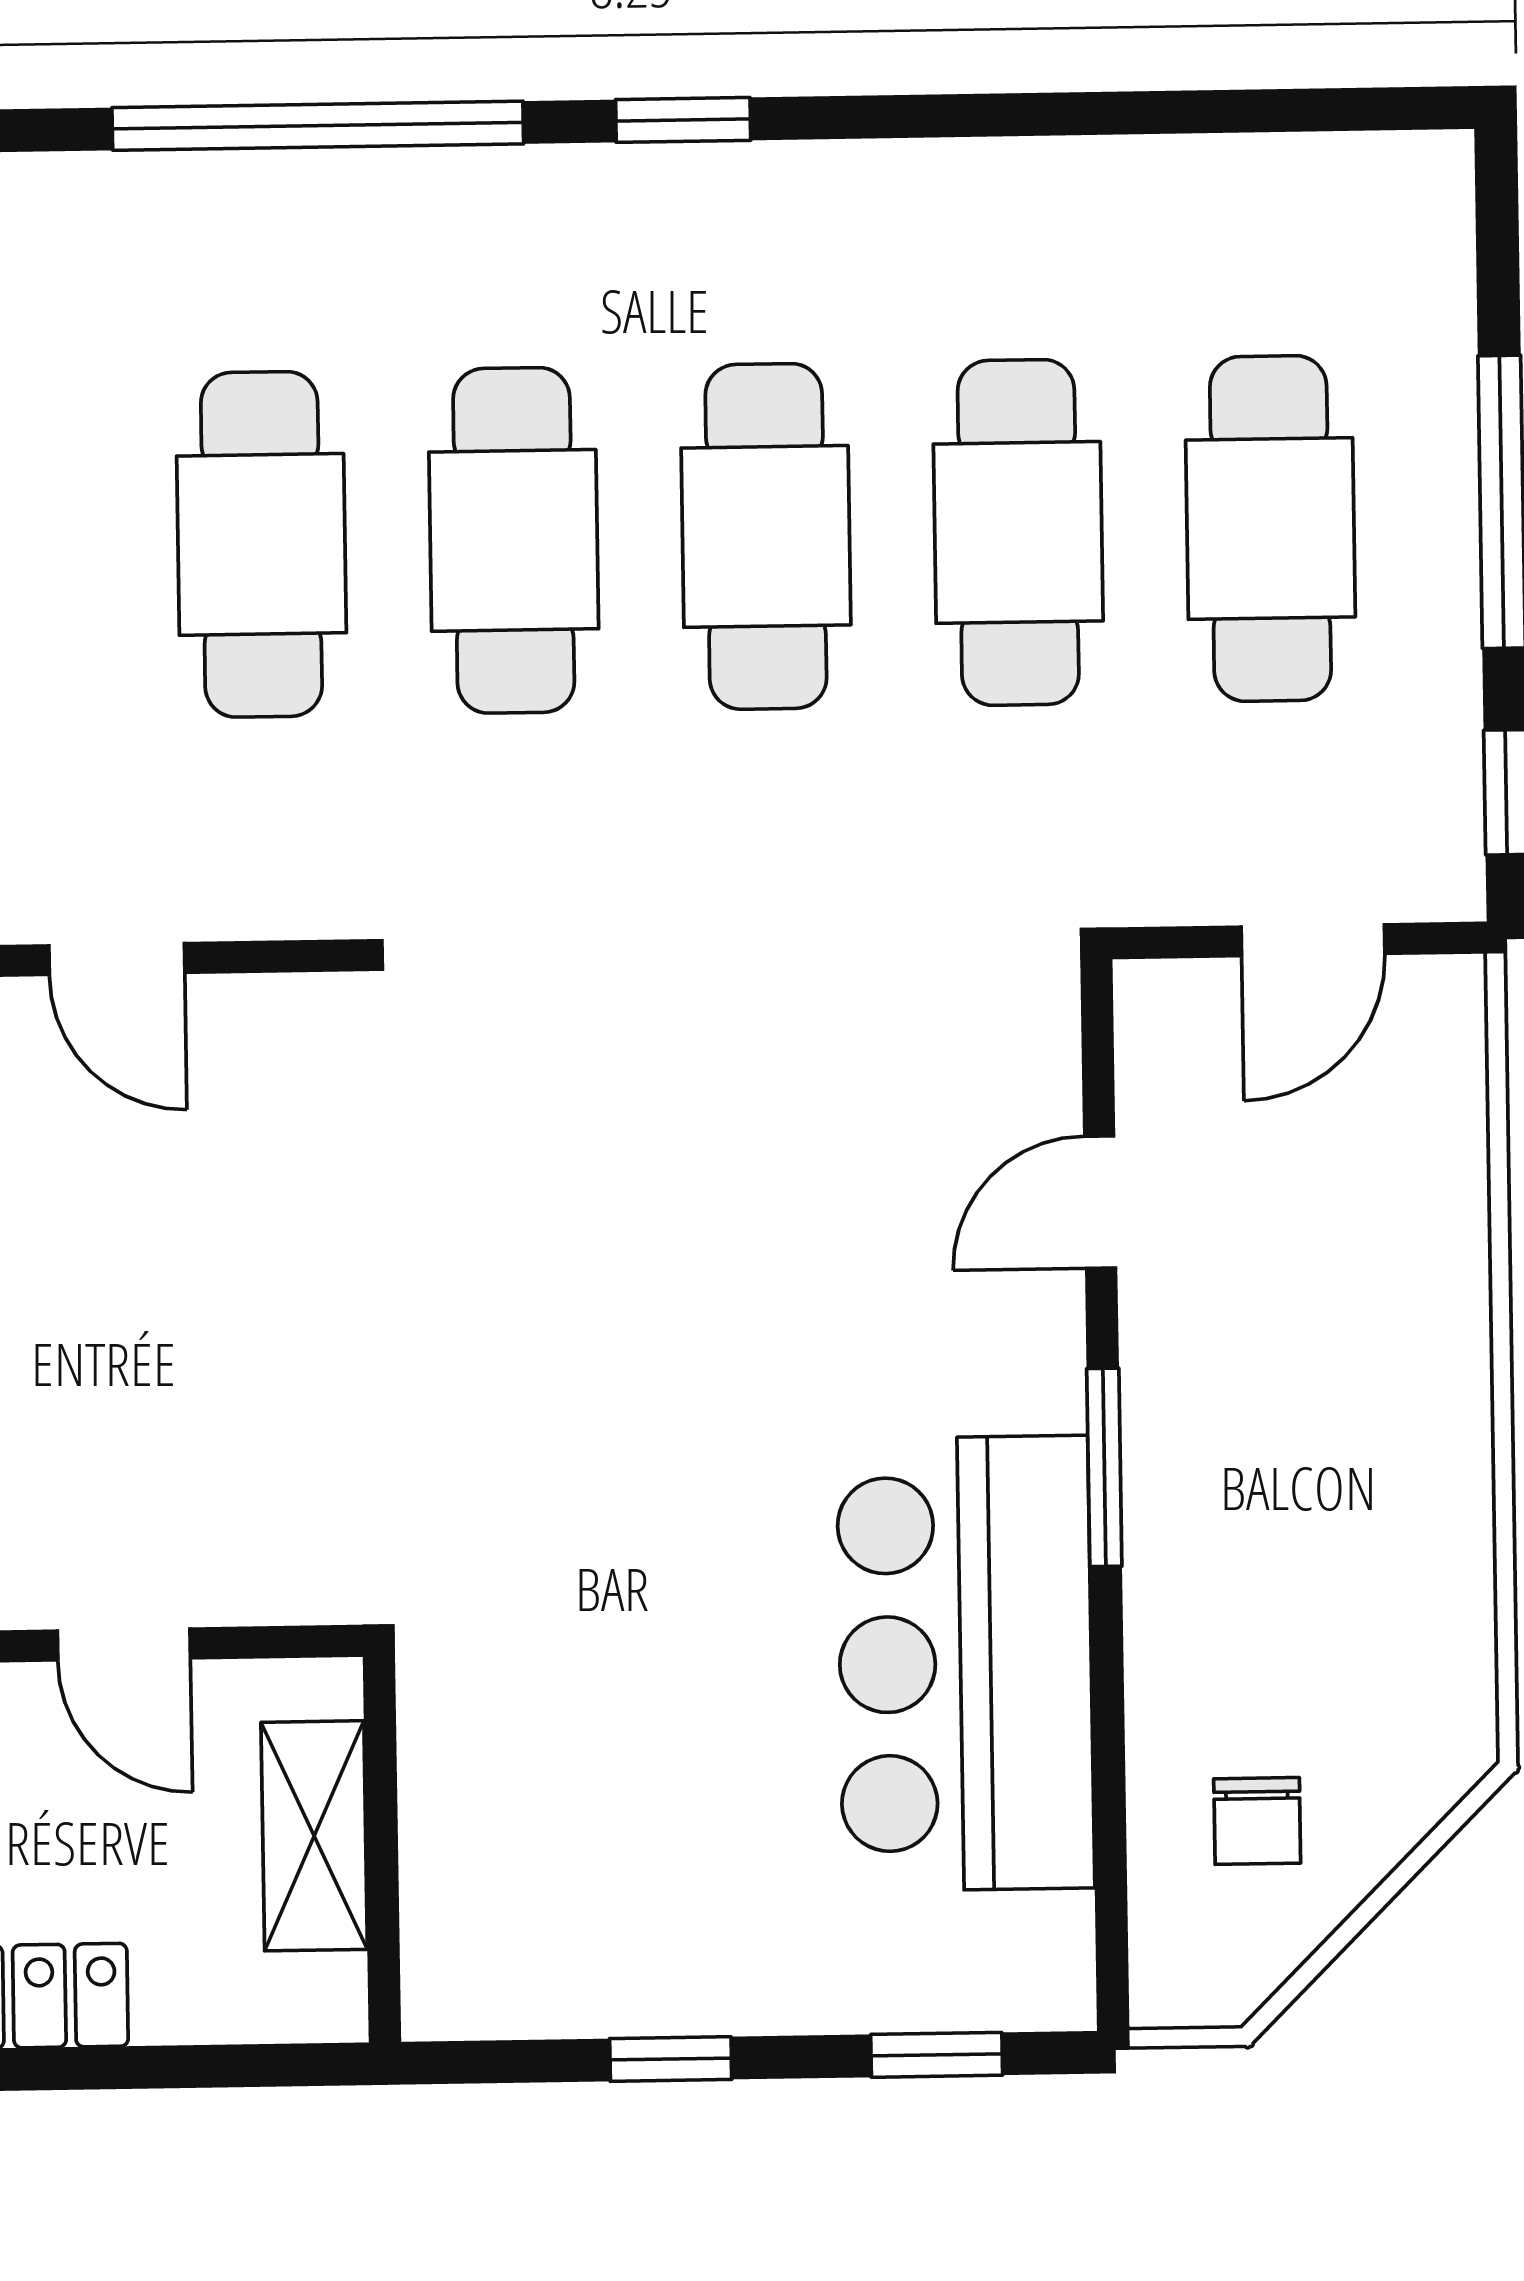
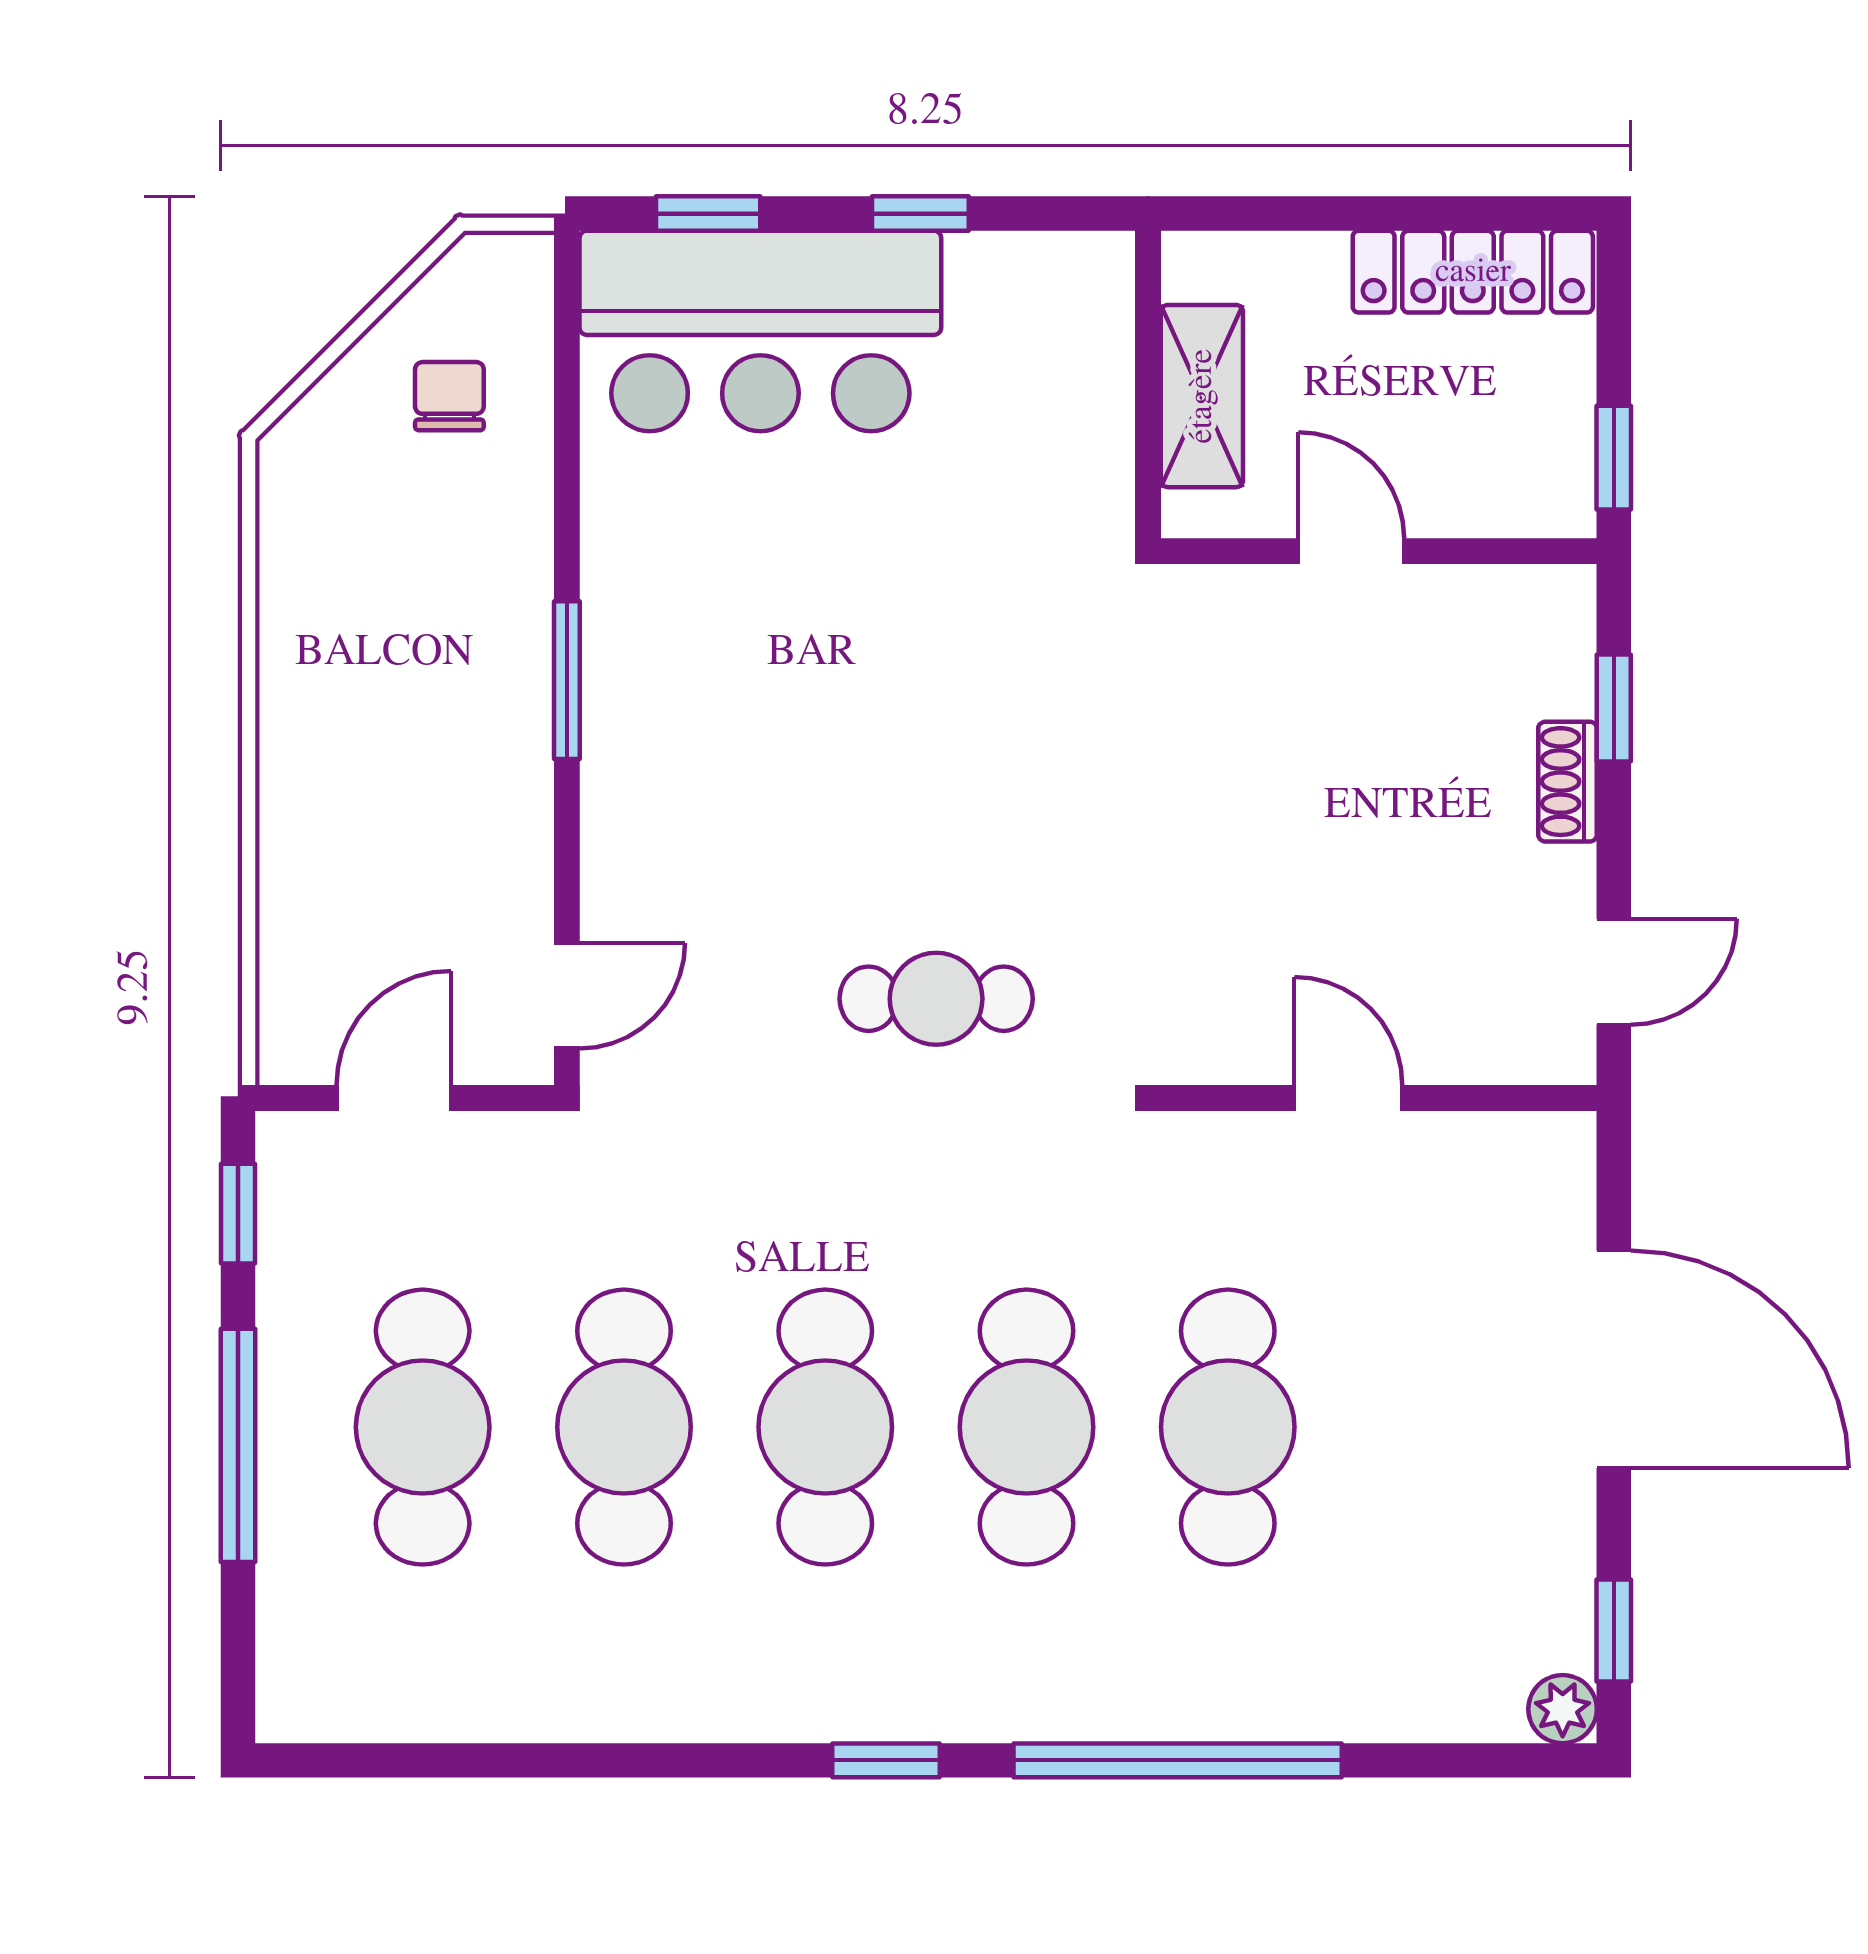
cafe table: (635, 1075) -> (936, 999), added
door: (1100, 1202) -> (567, 996), moved
bar counter: (966, 1663) -> (760, 331), moved, turned 90

